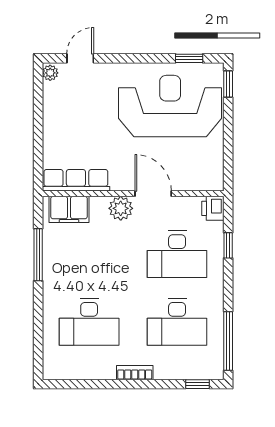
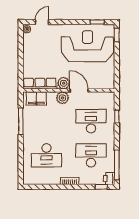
plant: (123, 179) -> (64, 83), added
printer: (213, 208) -> (109, 179), moved
desk: (177, 254) -> (91, 121), turned 180
desk: (177, 322) -> (91, 155), turned 180

